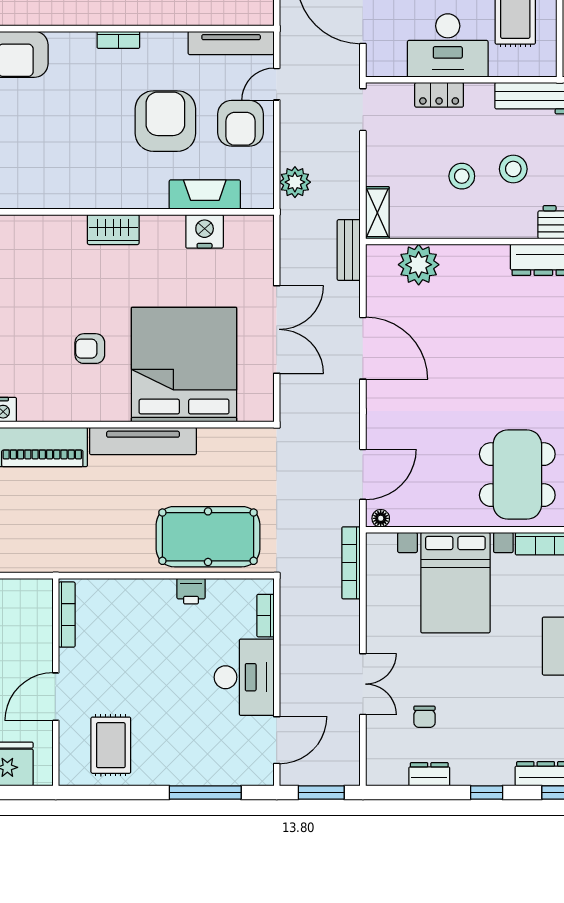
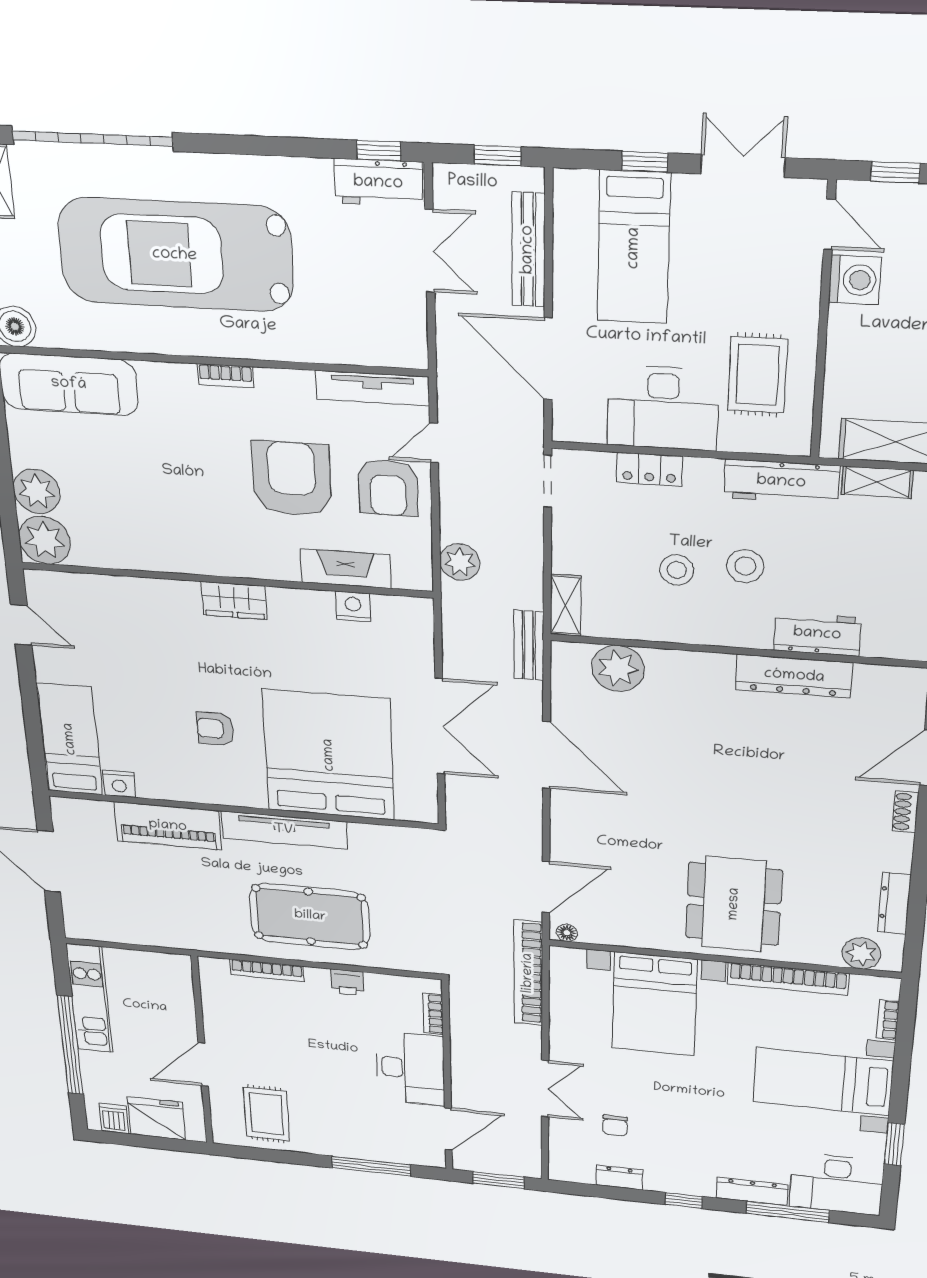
nightstand: (205, 231) -> (353, 607), width x0.74, depth x0.75
pool table: (208, 537) -> (310, 916), moved
bookcase: (351, 563) -> (528, 973), width x1.48, depth x1.31
bookcase: (67, 615) -> (267, 970), moved, turned 90

